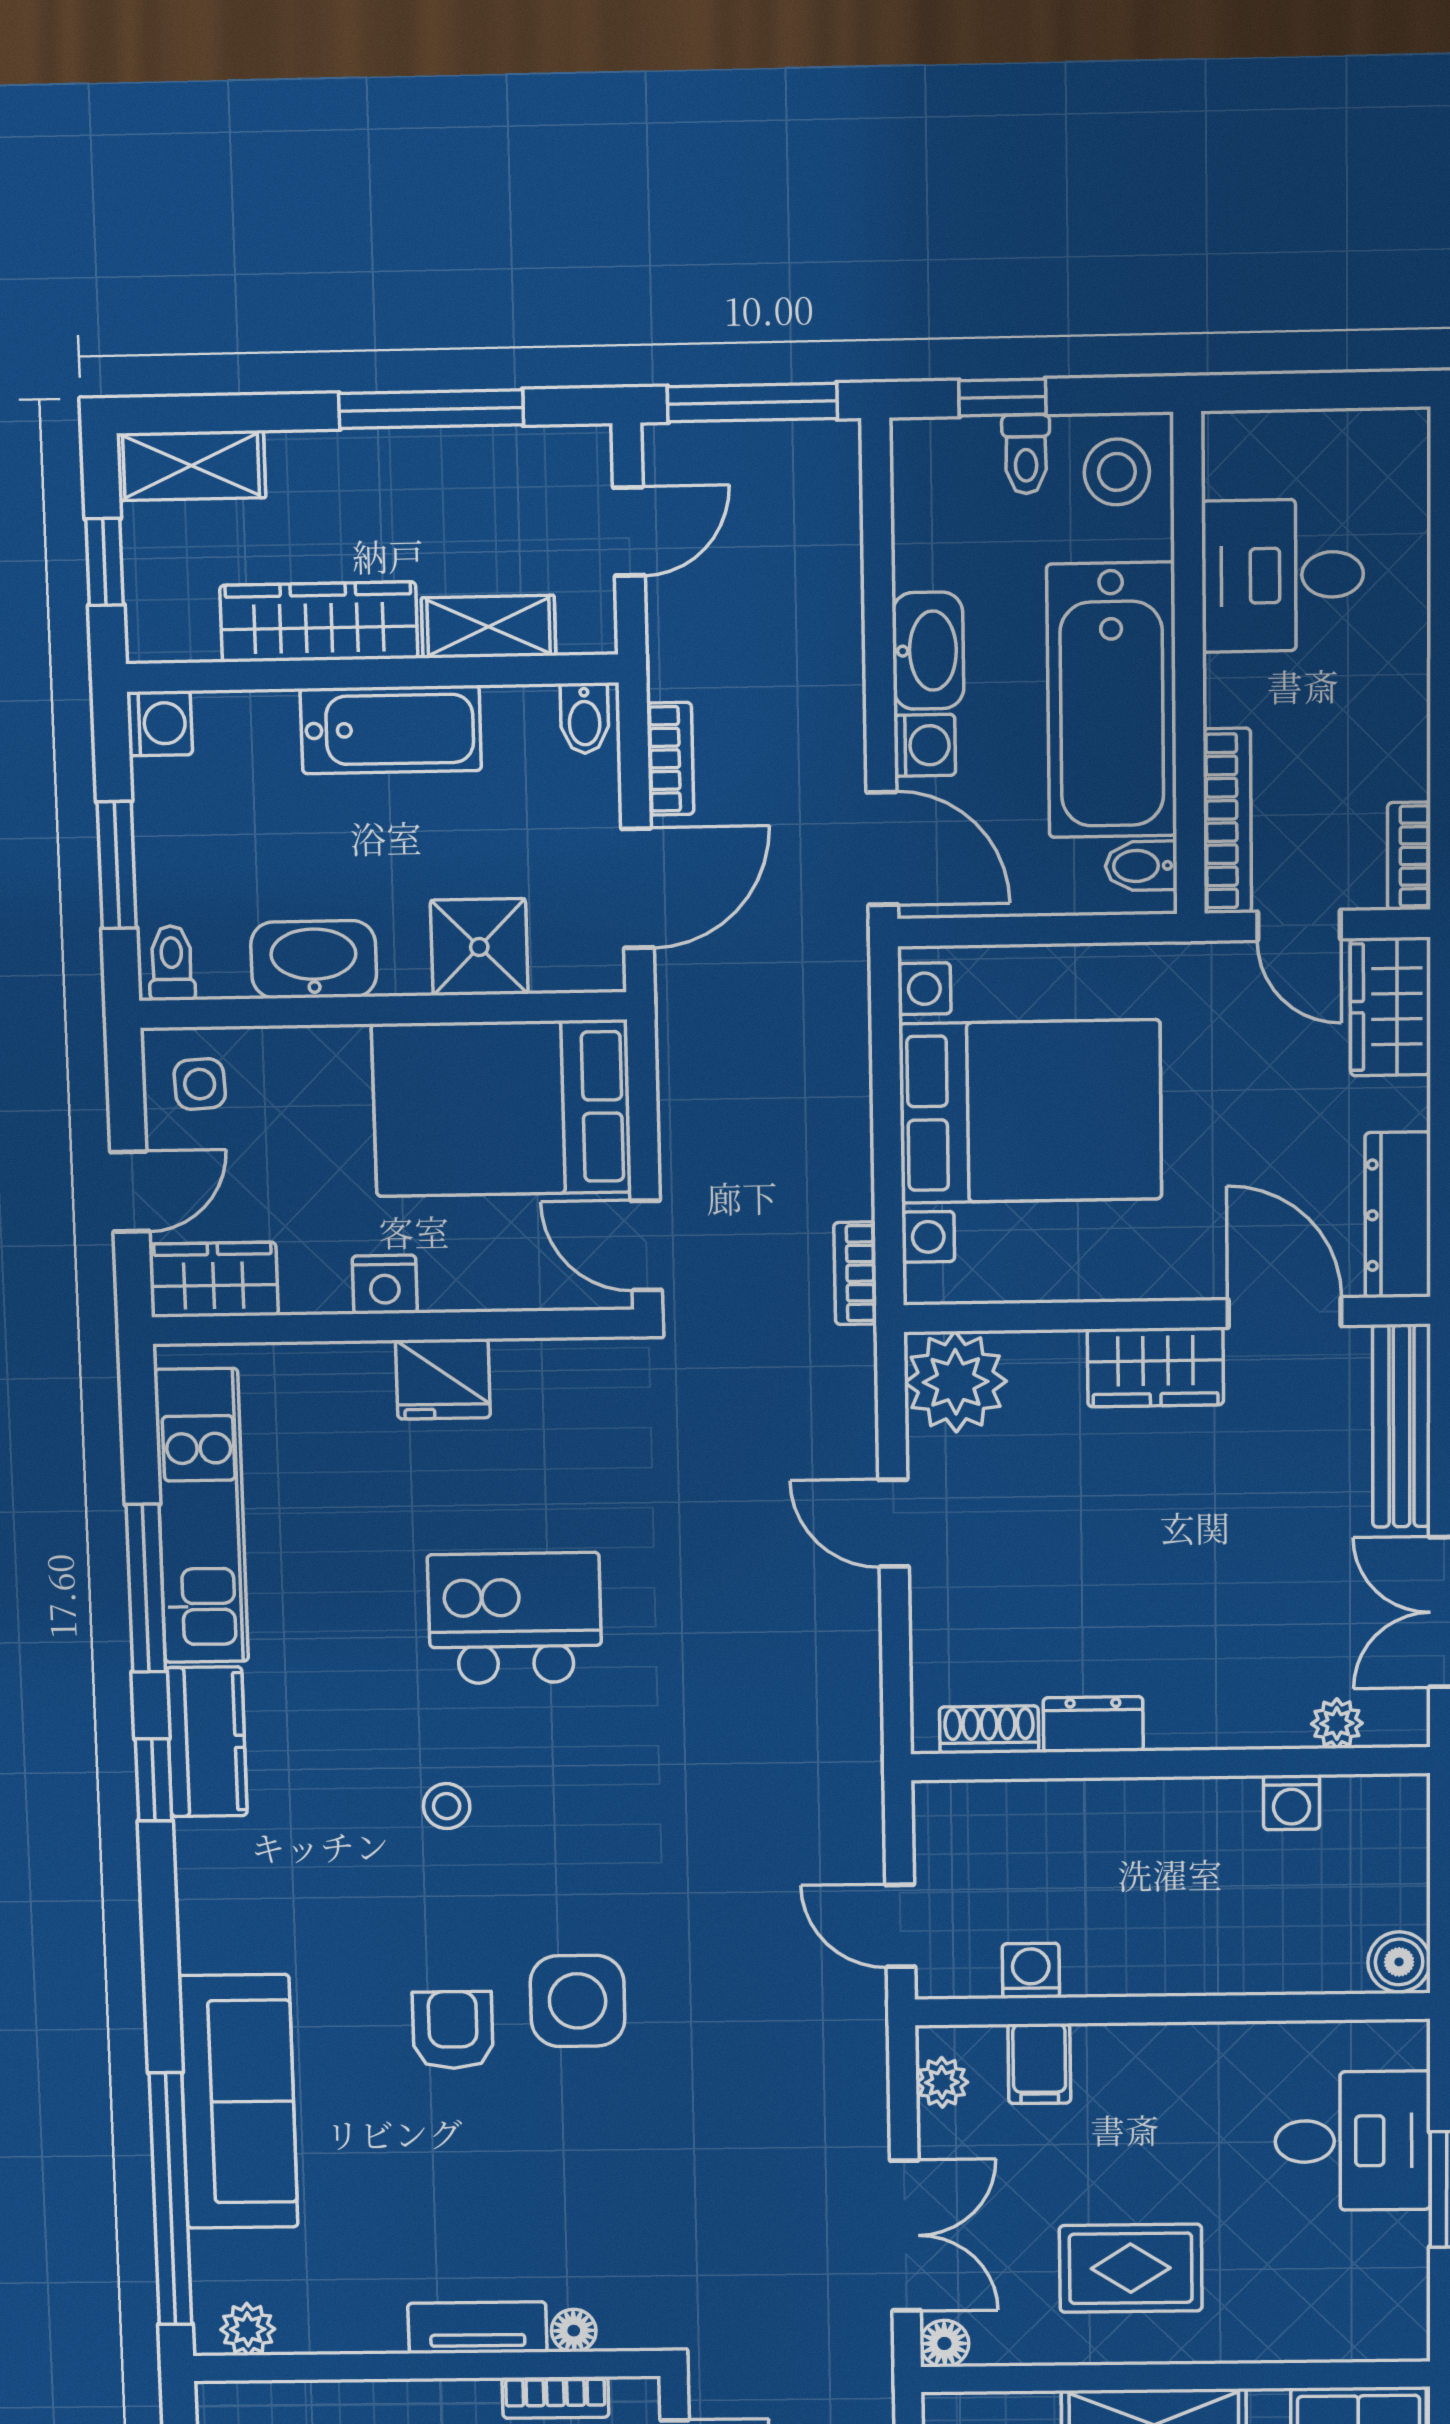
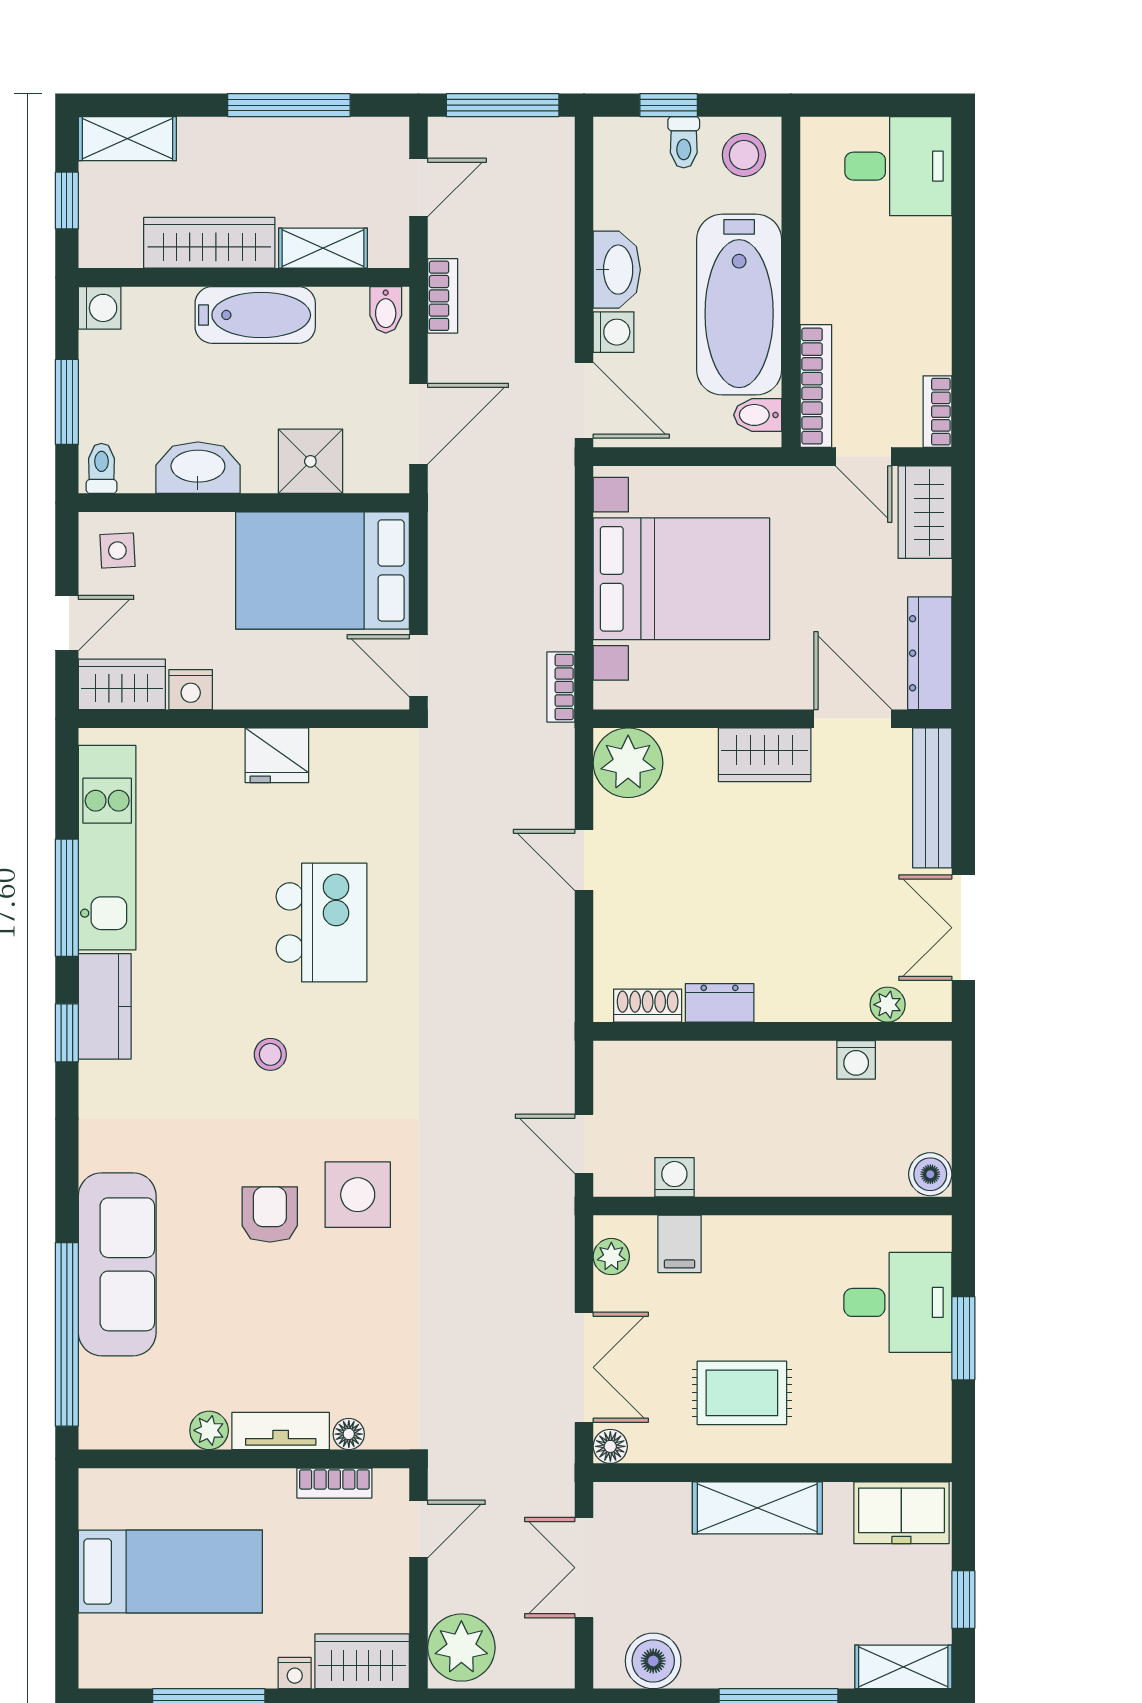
desk: (1283, 575) -> (898, 166), moved, turned 180
bookcase: (670, 759) -> (443, 296), moved
nightstand: (385, 1285) -> (191, 690), moved
kitchen island: (515, 1618) -> (322, 922), turned 90
plant: (248, 2329) -> (209, 1430), moved

